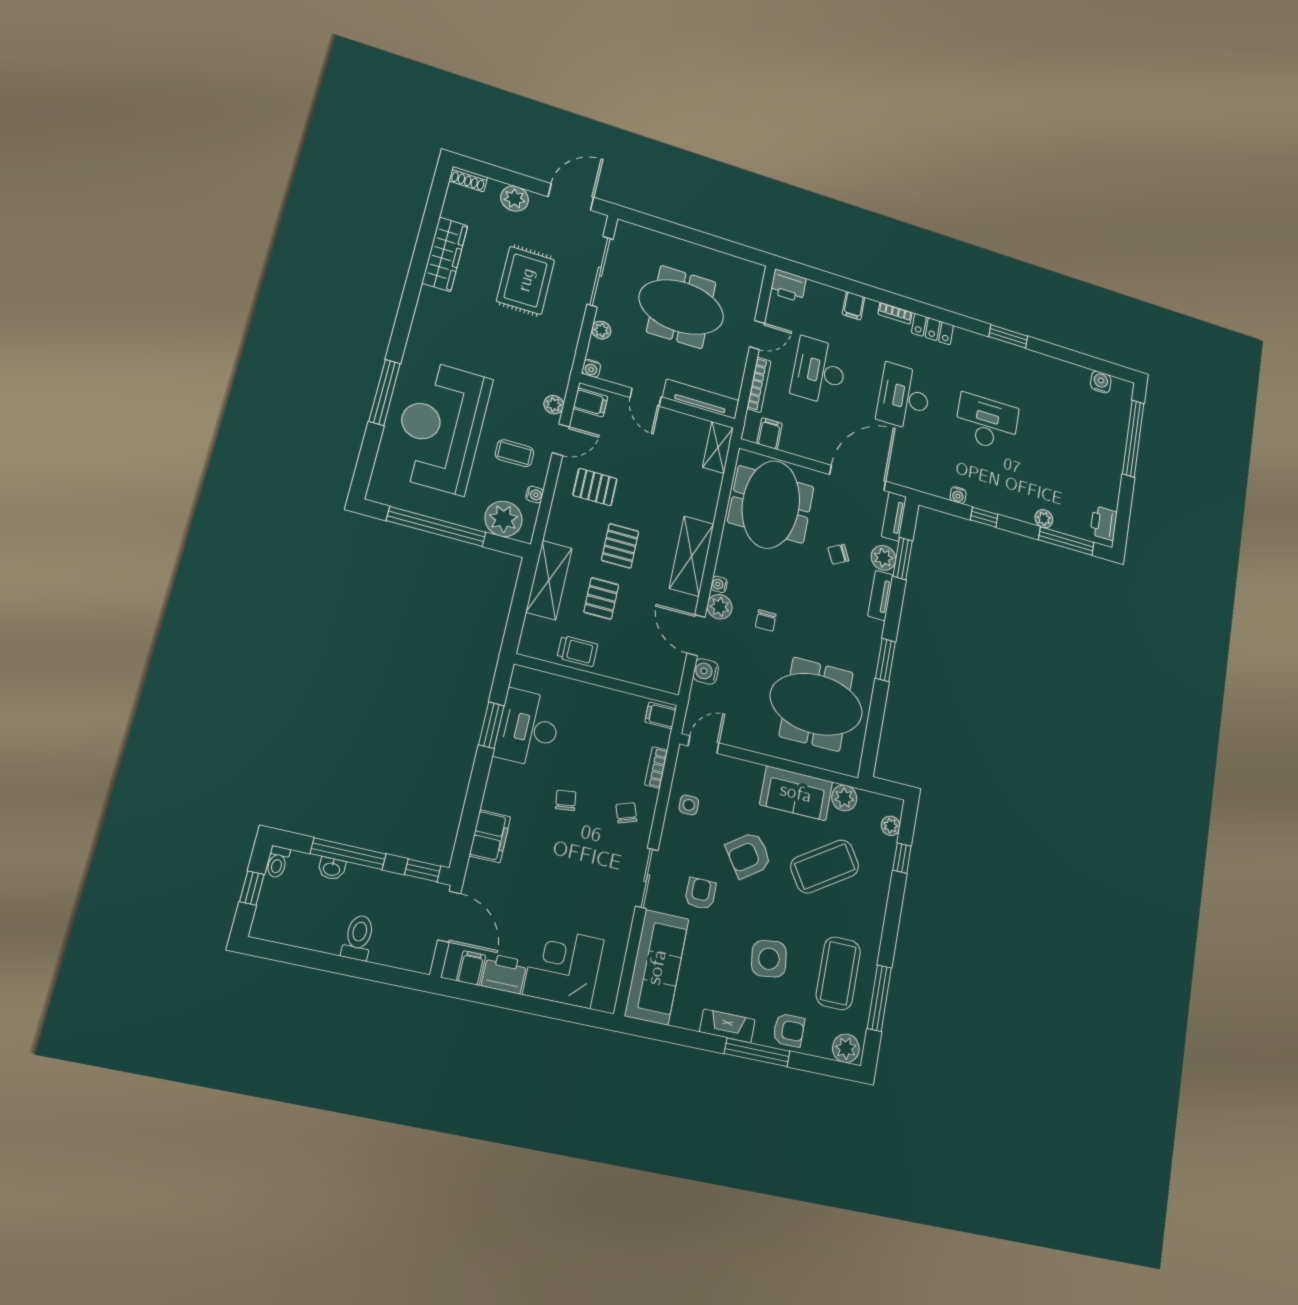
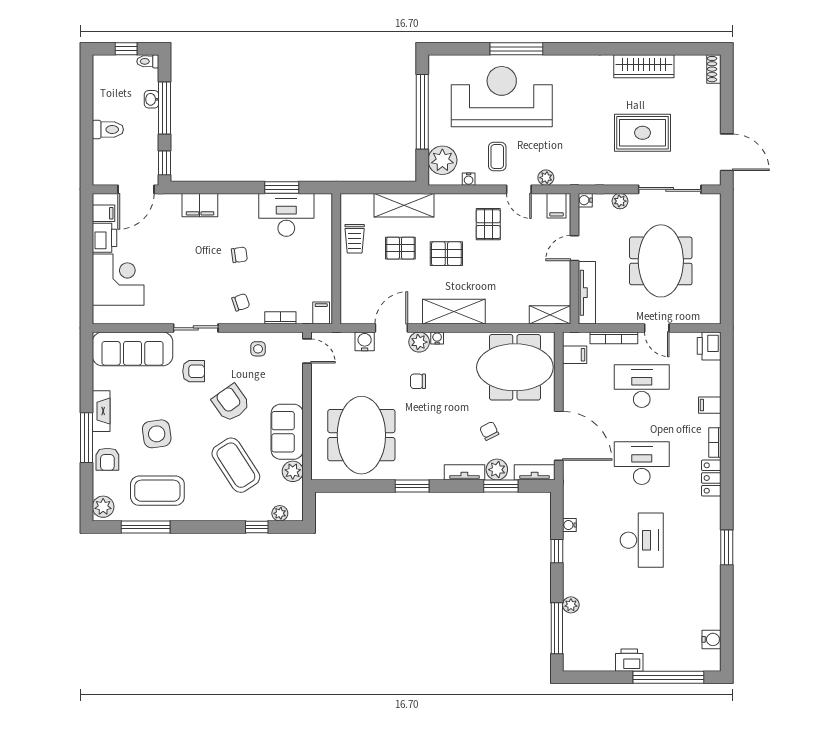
plant: (515, 199) -> (710, 108), removed
printer: (1104, 523) -> (629, 660), moved

